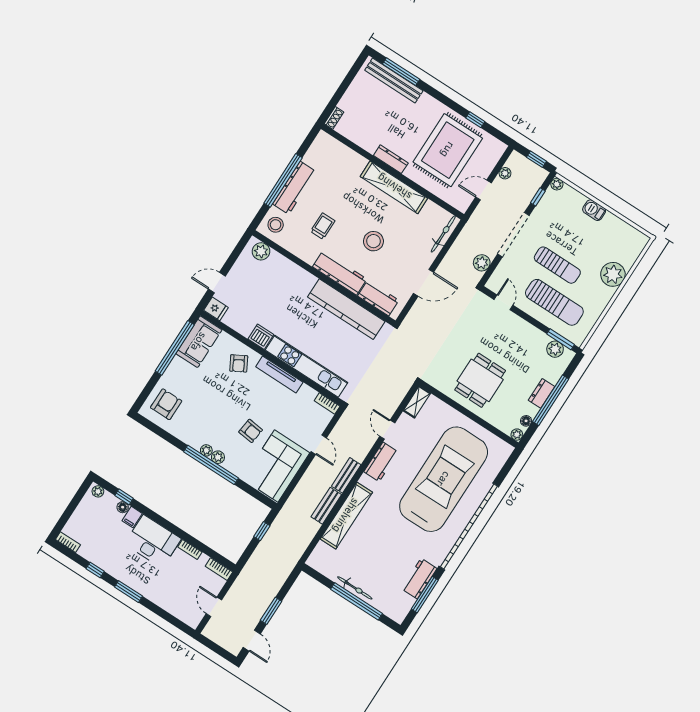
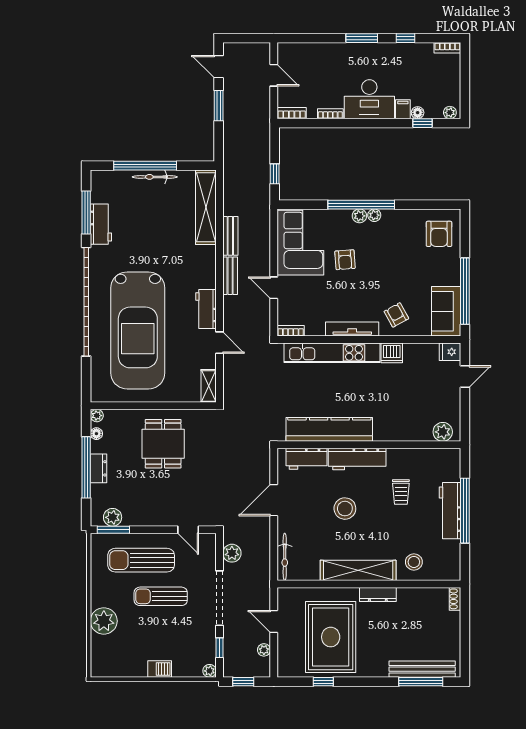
door: (483, 190) -> (274, 622), swing flipped
stool: (276, 225) -> (414, 562), moved
armchair: (251, 431) -> (345, 260), turned -101
shelving: (346, 516) -> (206, 207), moved

